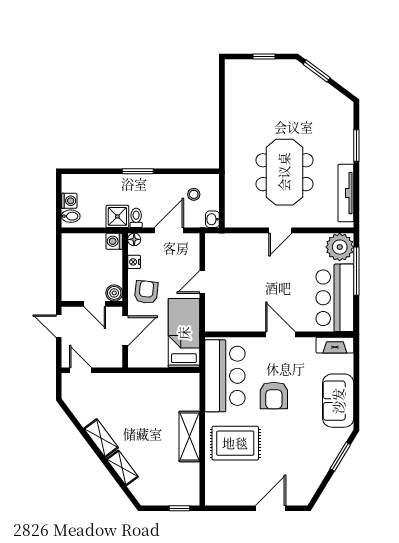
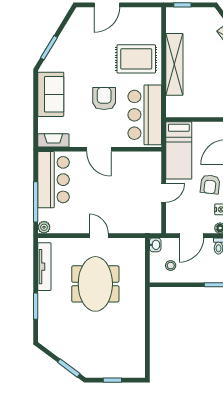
door: (280, 230) -> (99, 236), hinge flipped
plant: (340, 247) -> (44, 227), width x0.53, depth x0.53
shelving: (189, 437) -> (174, 64), width x1.47

